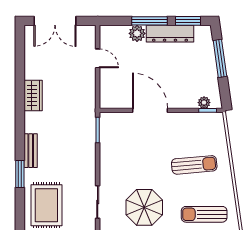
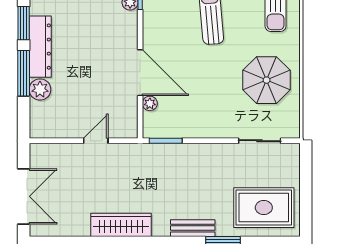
door: (98, 58) -> (96, 141), moved
wardrobe: (33, 96) -> (121, 225), width x1.50
door: (150, 110) -> (140, 73), swing flipped
plant: (126, 118) -> (150, 103), added

